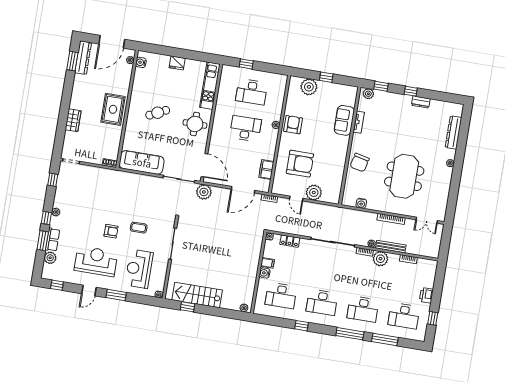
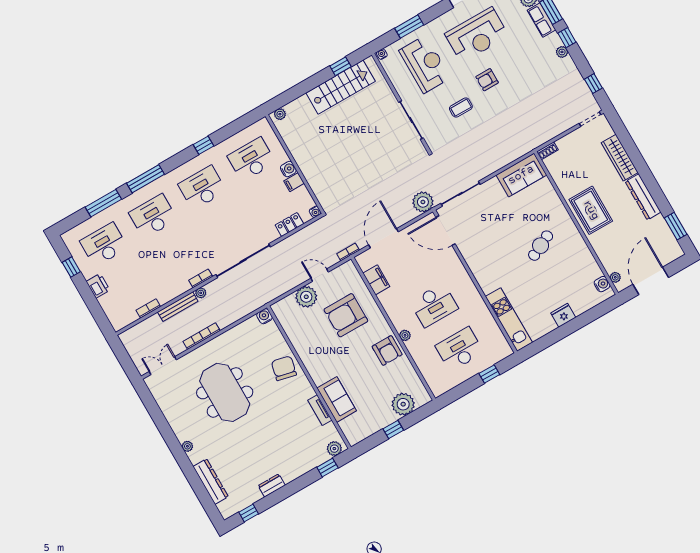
dresser: (83, 58) -> (643, 197), moved
window: (411, 91) -> (249, 513), moved
wardrobe: (73, 120) -> (620, 158), width x1.50
round table: (195, 124) -> (491, 266), removed
sofa: (142, 162) -> (521, 175), width x0.73
water cooler: (361, 203) -> (264, 316), moved
plant: (380, 259) -> (178, 285), removed
window: (116, 295) -> (409, 27), moved

